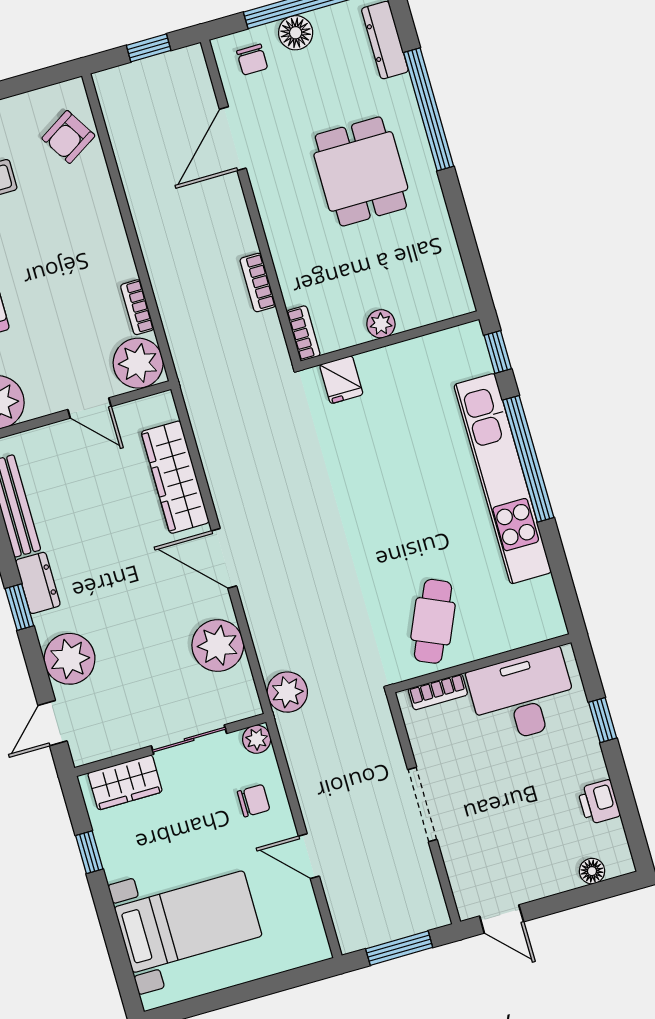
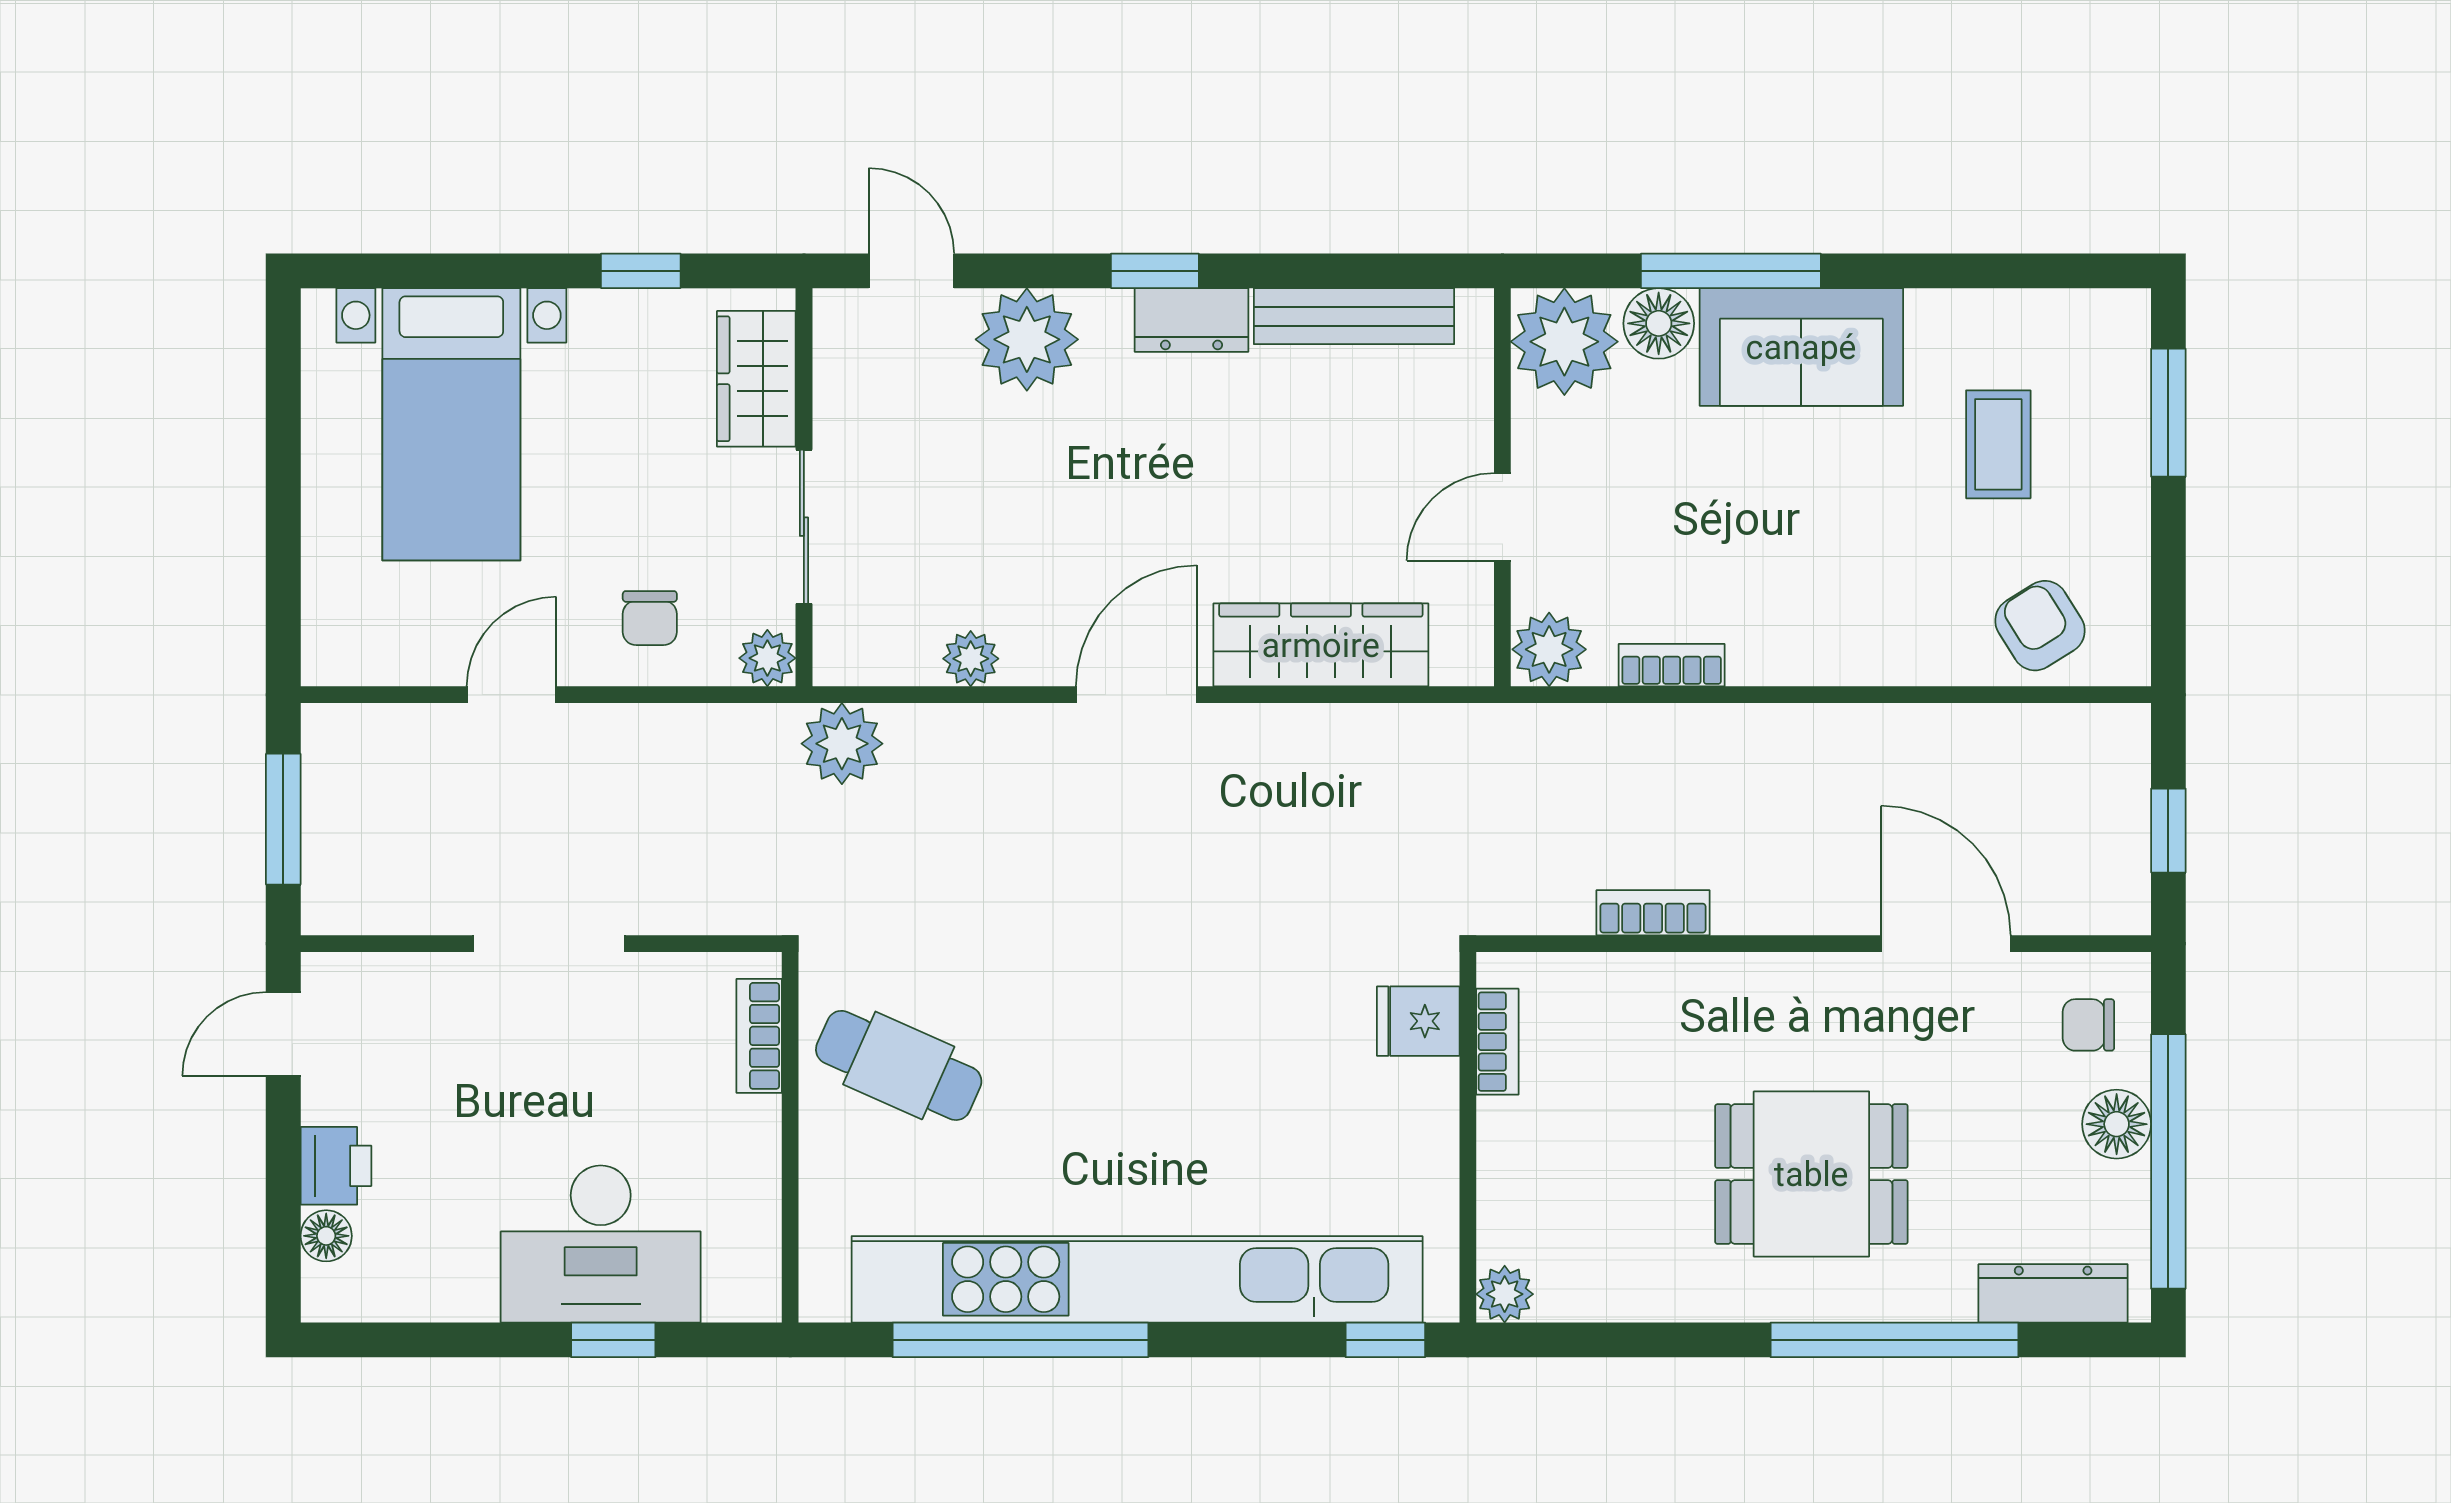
plant: (381, 324) -> (1505, 1294), moved
bookcase: (303, 333) -> (1497, 1042), moved, turned -90
plant: (138, 363) -> (1549, 649), width x0.73, depth x0.73
window: (528, 459) -> (1020, 1340), moved
kitchen unit: (503, 479) -> (1137, 1279), width x1.36
plant: (218, 646) -> (971, 659), width x0.53, depth x0.53
desk: (523, 696) -> (601, 1244), moved, turned 90
printer: (599, 802) -> (336, 1166), moved, turned 90

